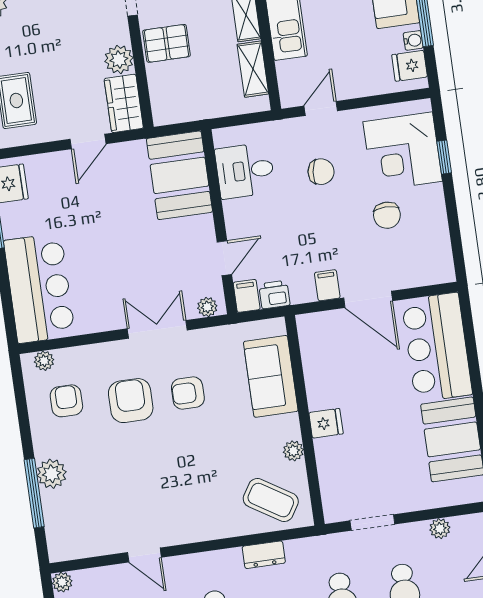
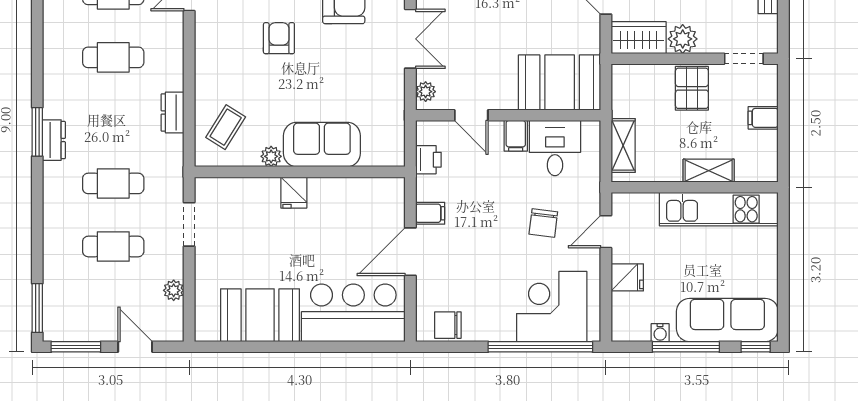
fridge: (410, 66) -> (627, 277), moved, turned 90
shelving: (253, 69) -> (623, 146), moved, turned 90
door: (321, 108) -> (606, 232), swing flipped
window: (444, 157) -> (540, 347), width x3.17
chair: (387, 215) -> (448, 325), moved
filing cabinet: (247, 296) -> (516, 136), moved, turned 90
sofa: (271, 376) -> (322, 145), moved
armchair: (188, 393) -> (279, 38), moved
coffee table: (271, 500) -> (226, 127), width x0.73, depth x0.77

